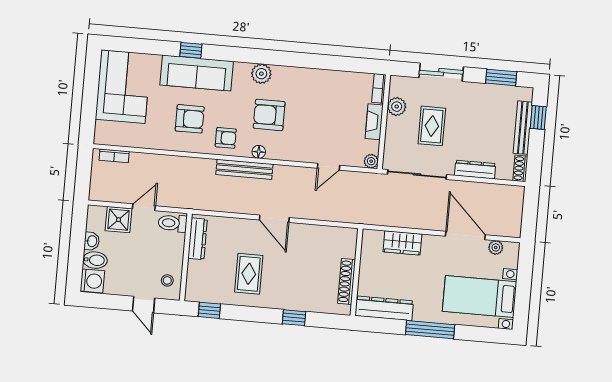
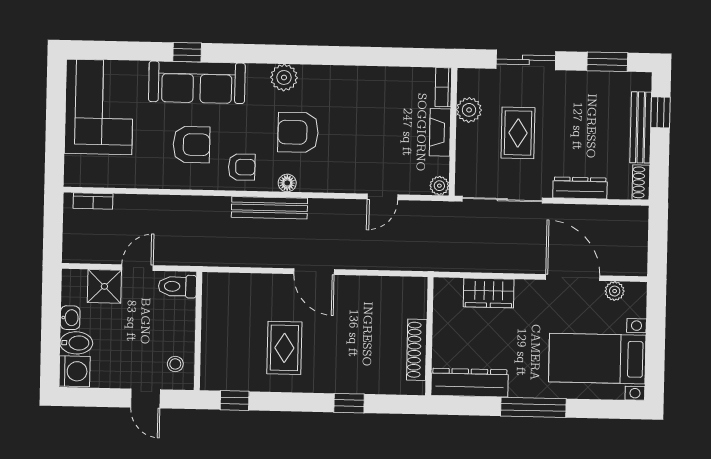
dresser: (198, 239) -> (212, 305), removed

